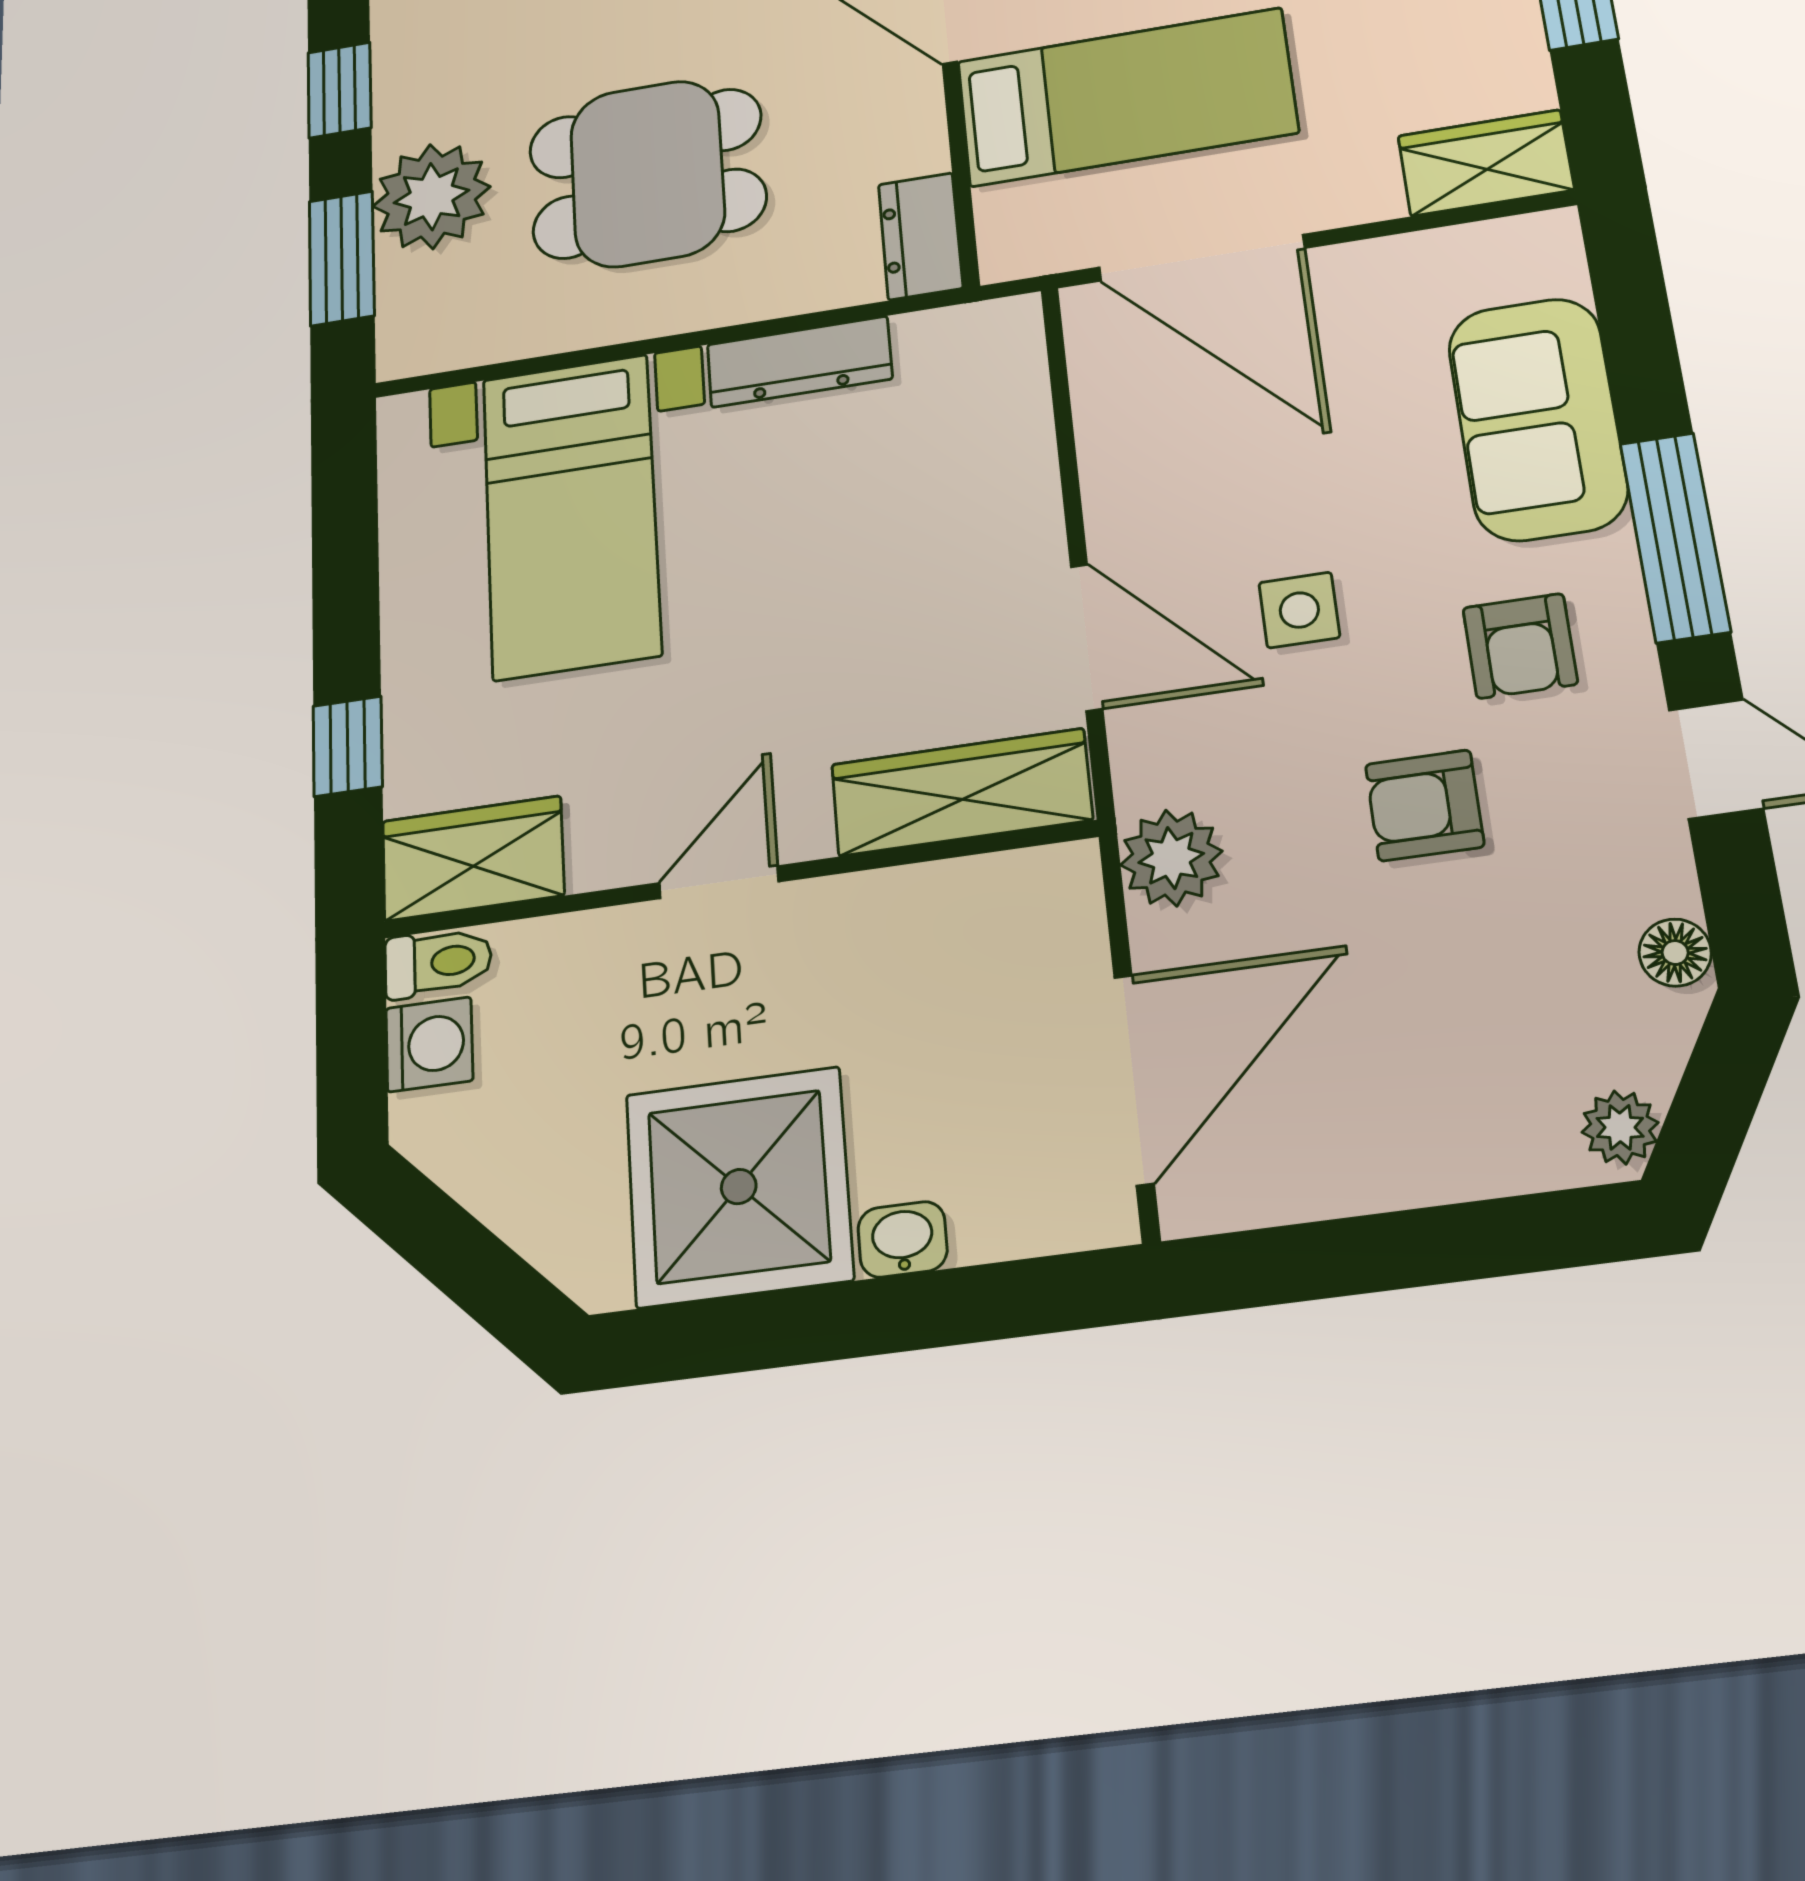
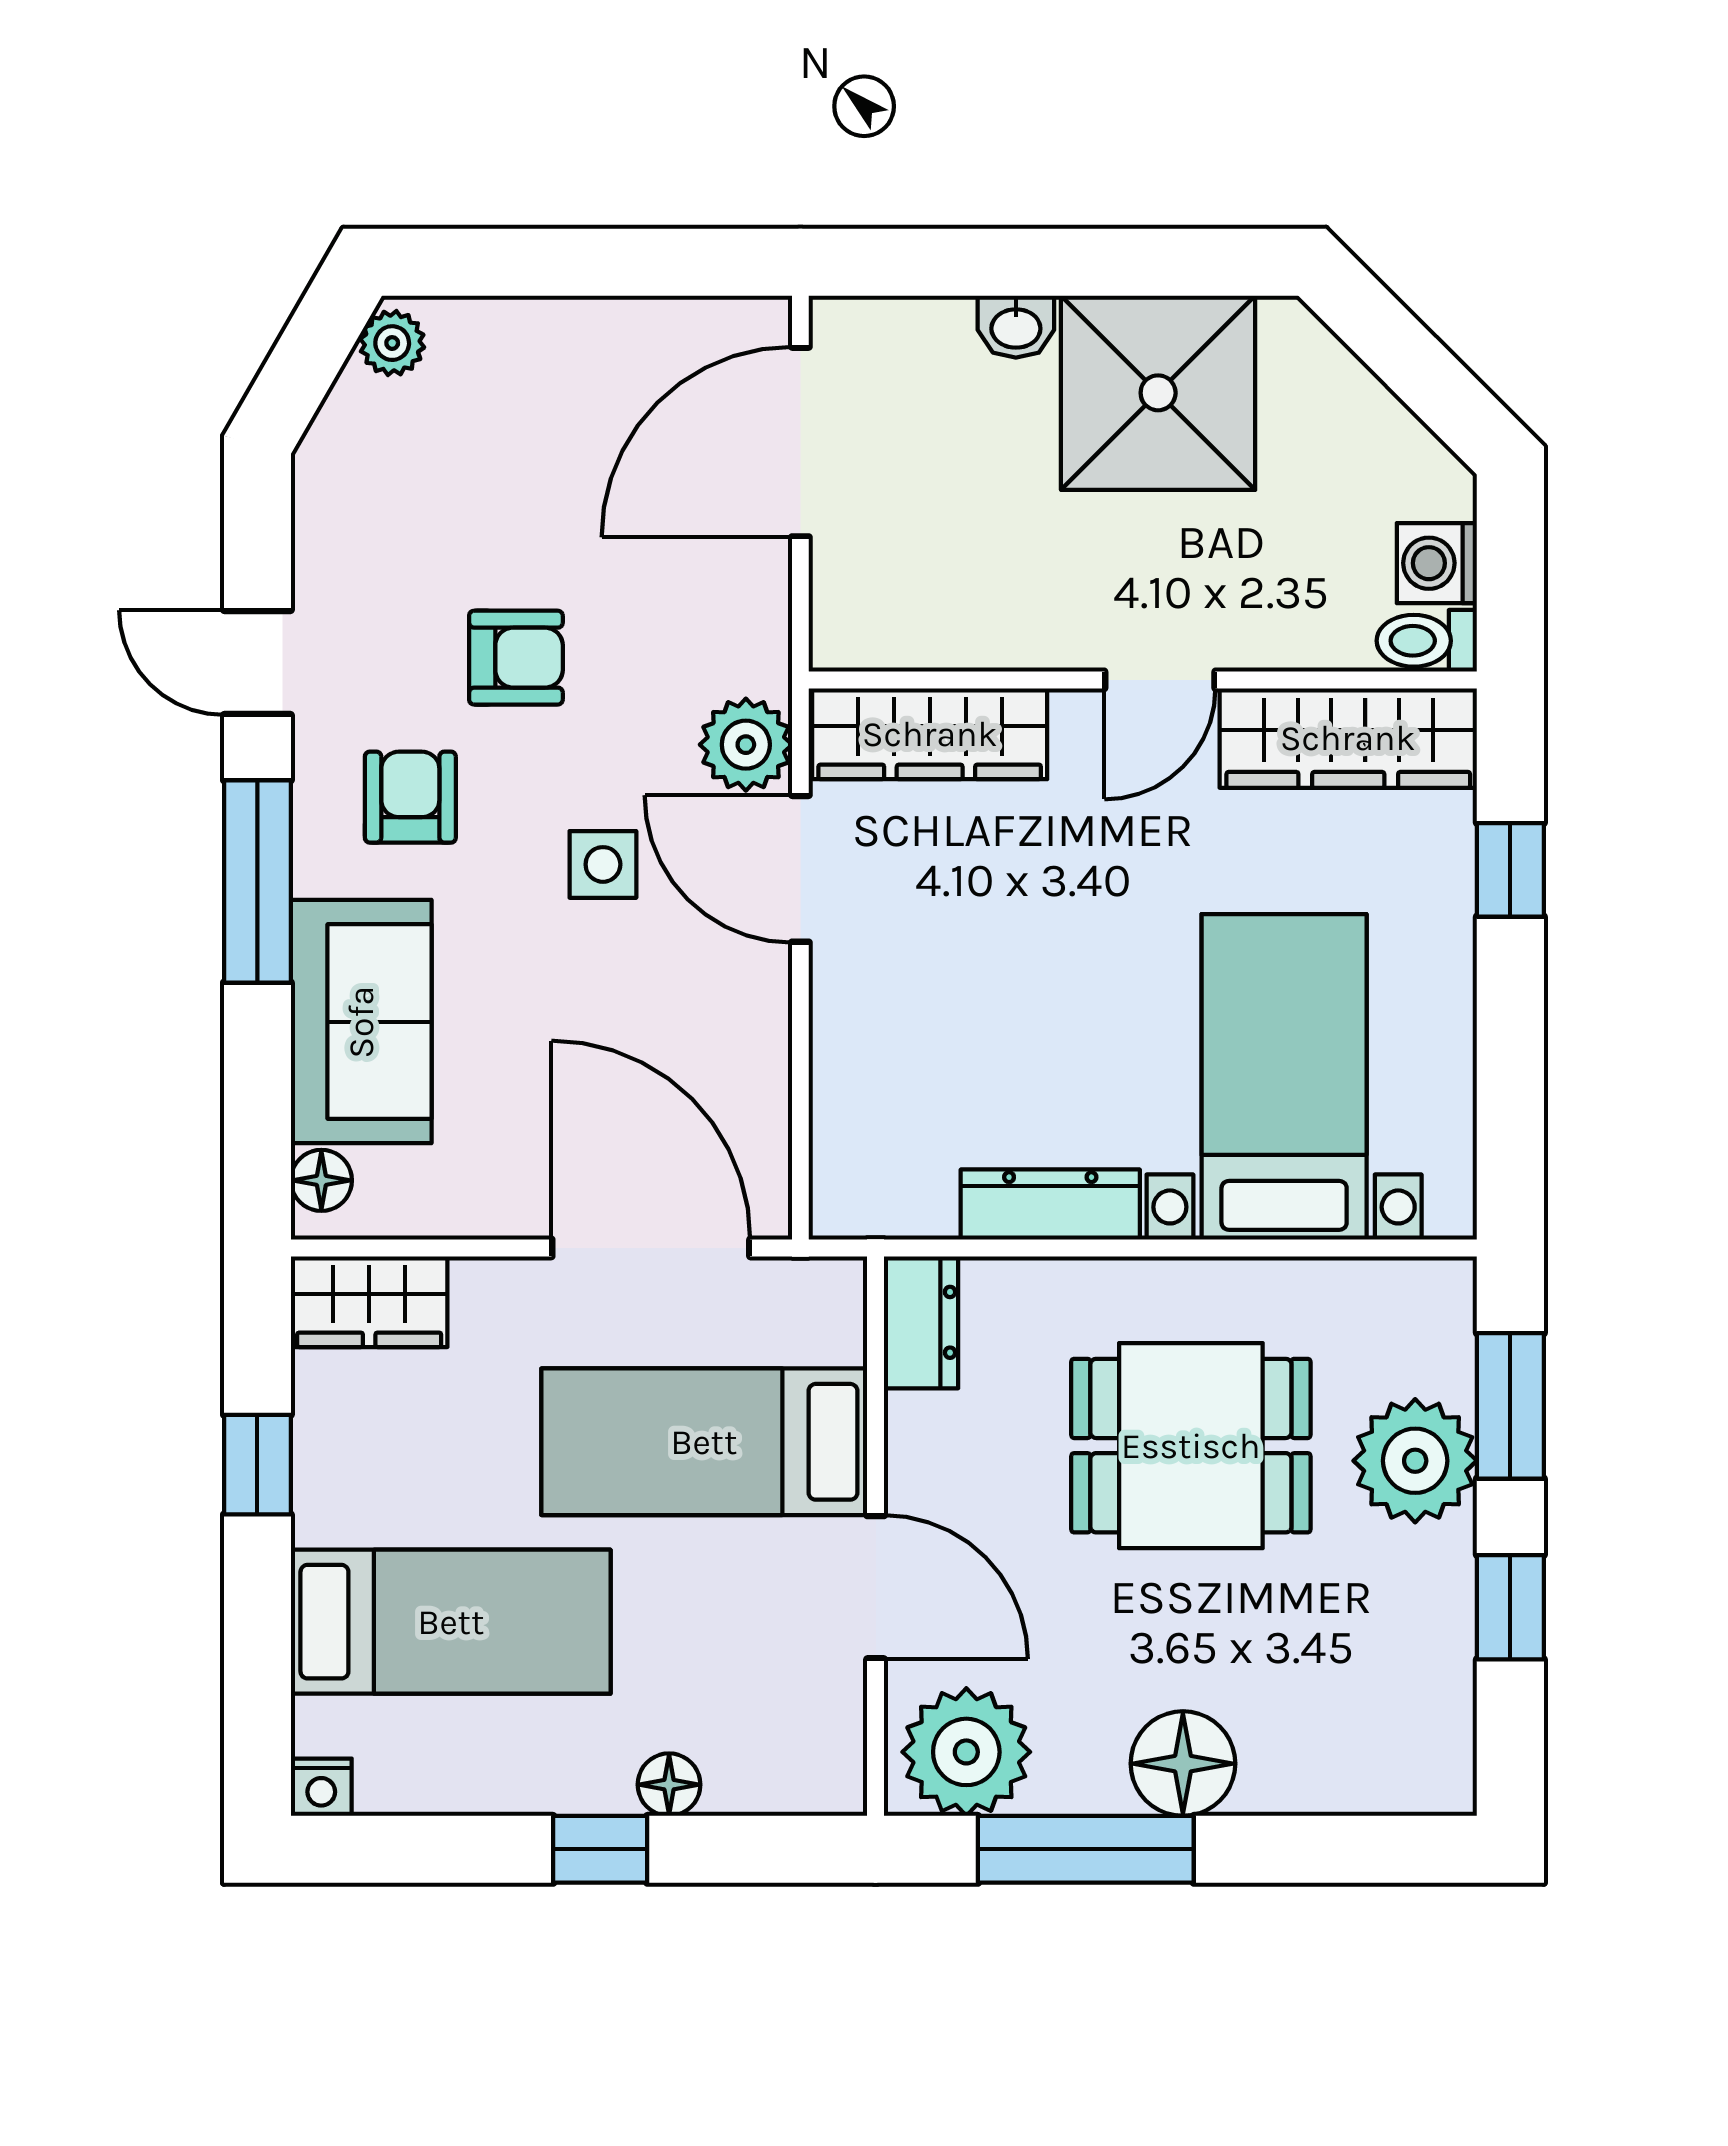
wardrobe: (473, 858) -> (1348, 738), width x1.50
plant: (1171, 858) -> (746, 745), moved
floor lamp: (1675, 953) -> (321, 1180), moved

